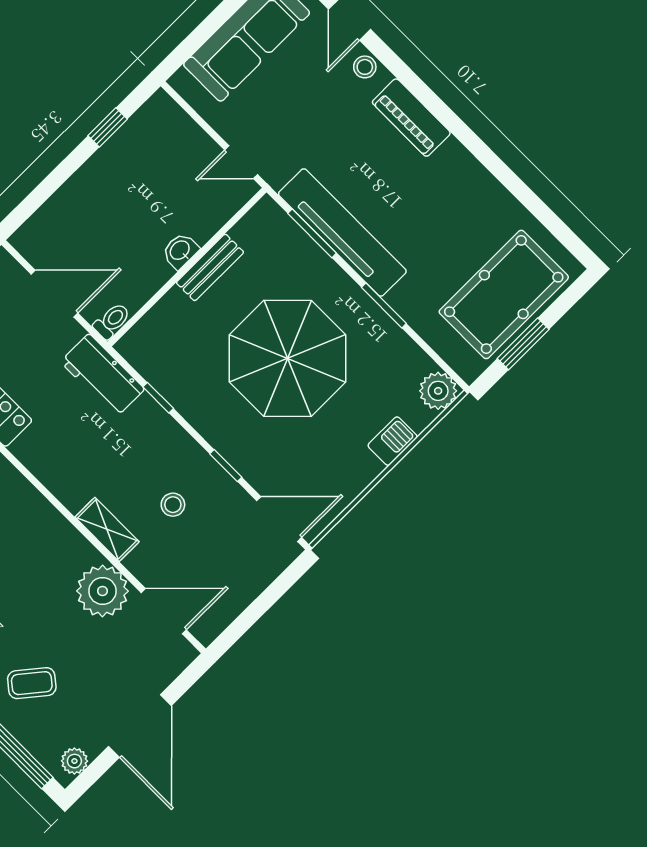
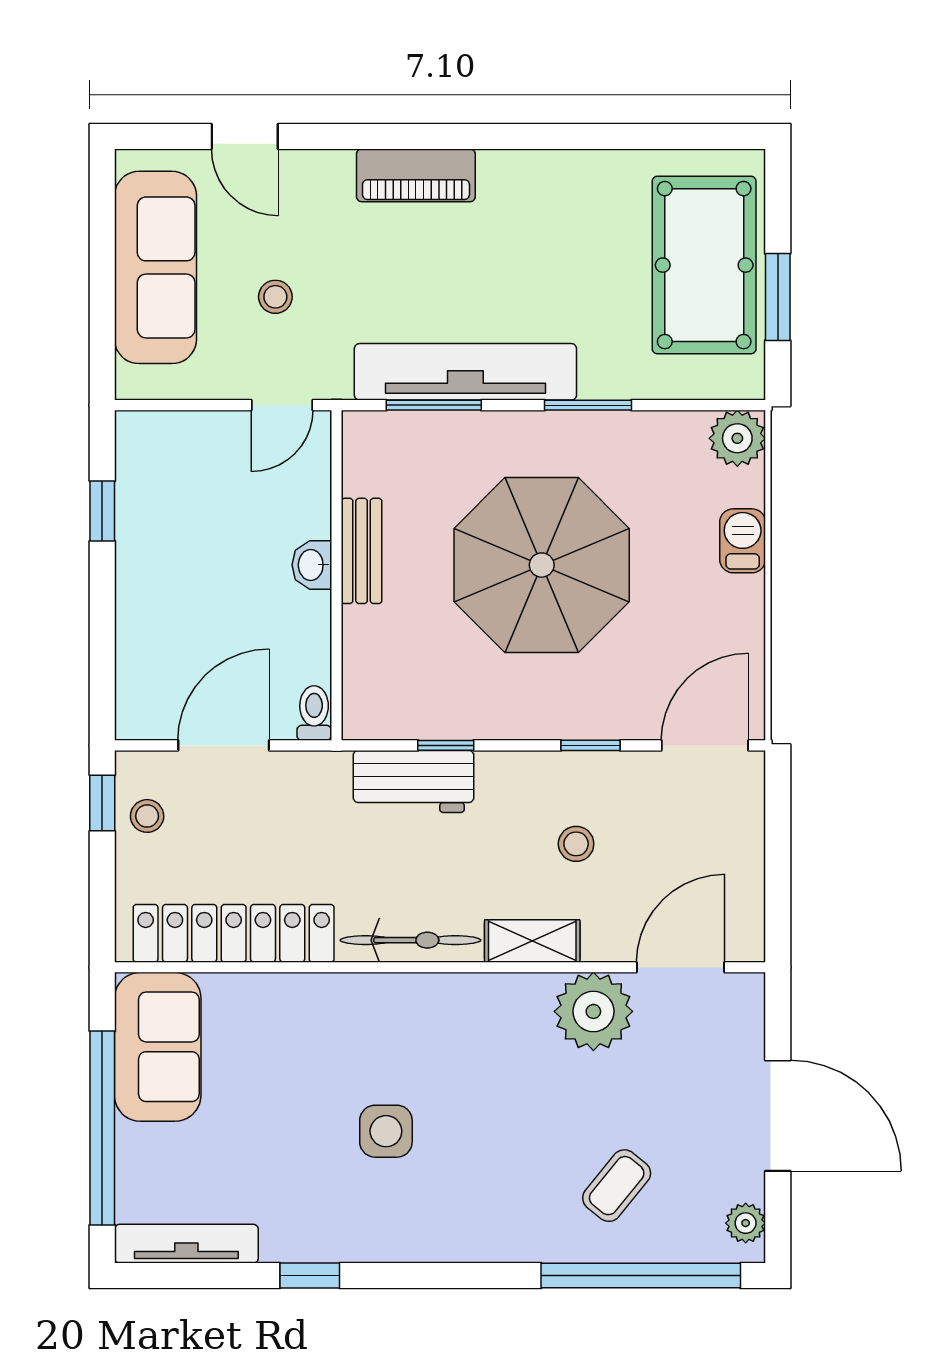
stool: (365, 67) -> (275, 297), moved
workbench: (102, 375) -> (413, 781), moved
bicycle: (51, 472) -> (410, 940), added

